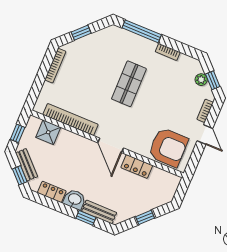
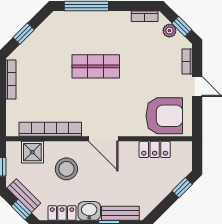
bookcase: (168, 52) -> (145, 16), moved
shop shelf: (129, 84) -> (96, 66), turned 90
stool: (70, 157) -> (66, 169), added
locker: (137, 166) -> (155, 149), moved
window: (145, 217) -> (182, 188), moved

